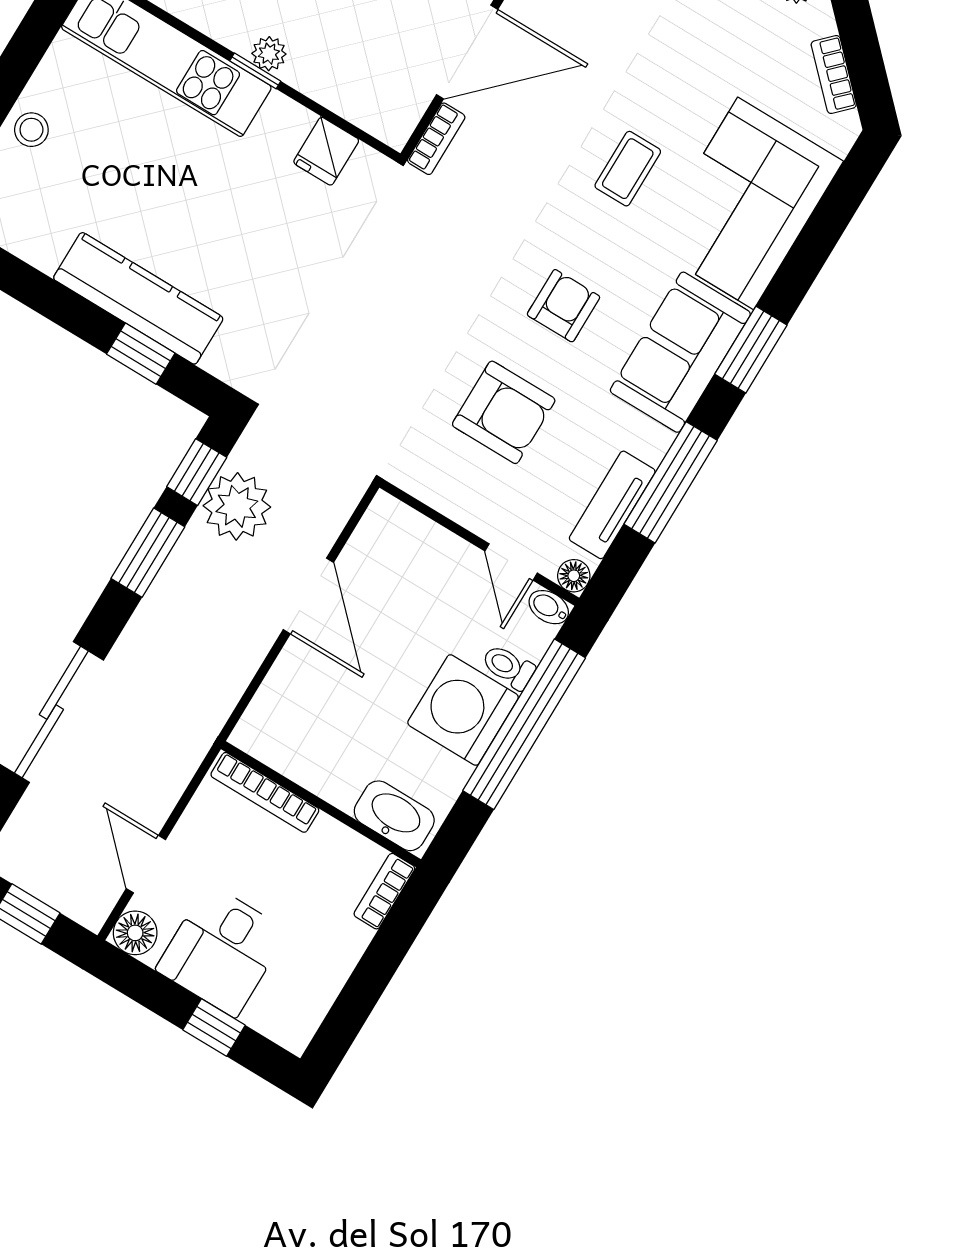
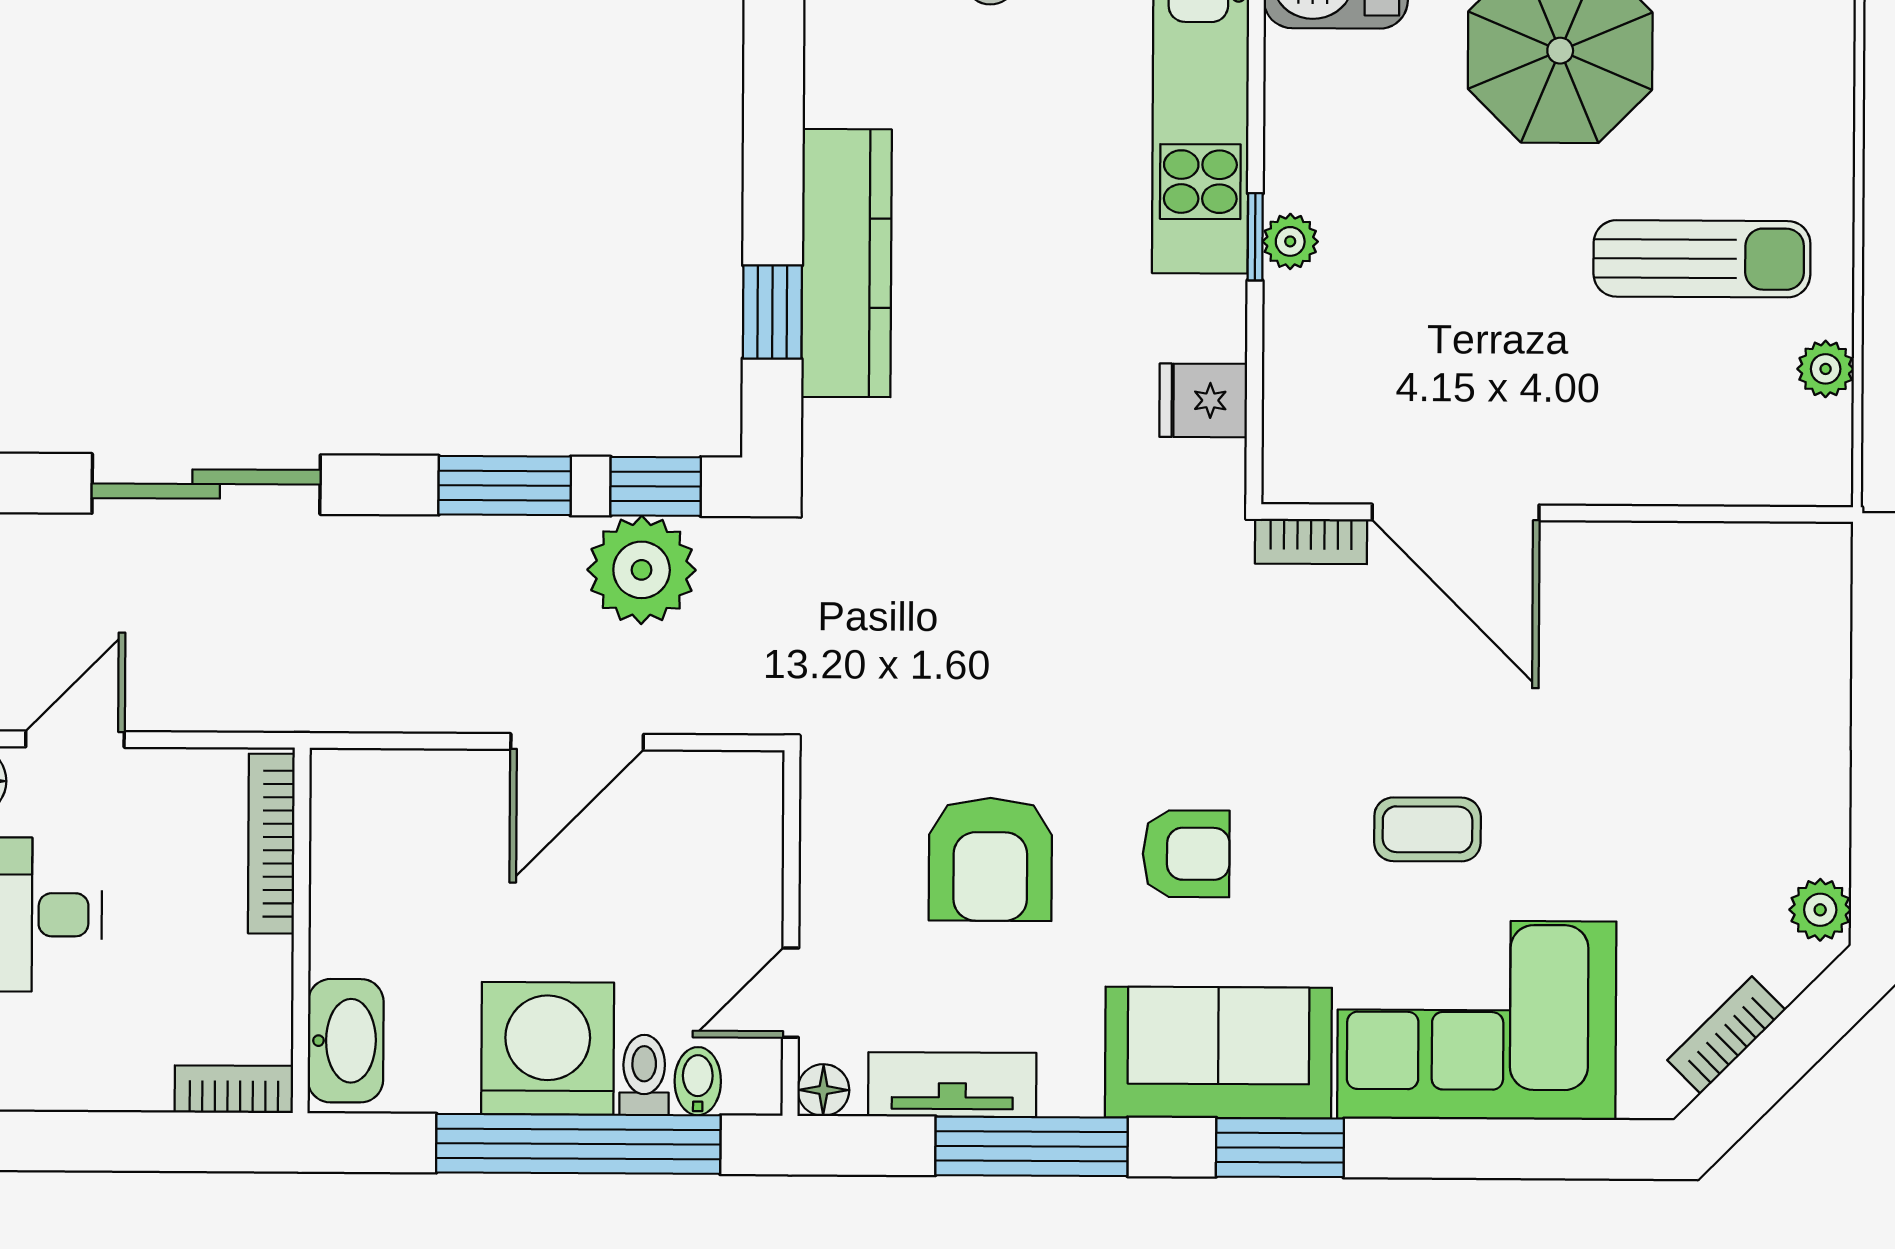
bidet: (549, 607) -> (698, 1081), moved

